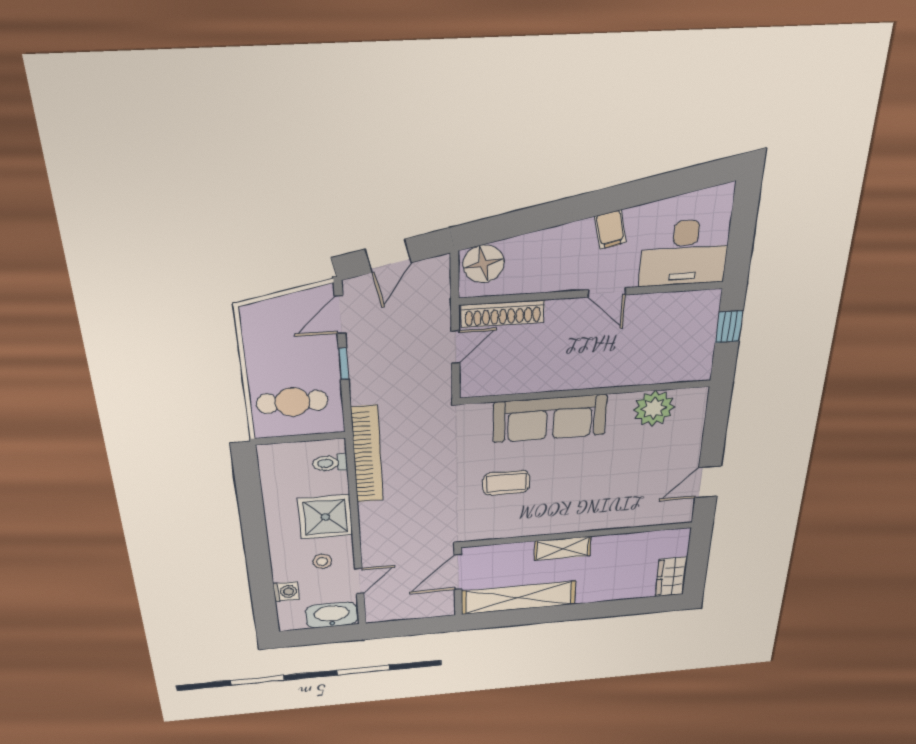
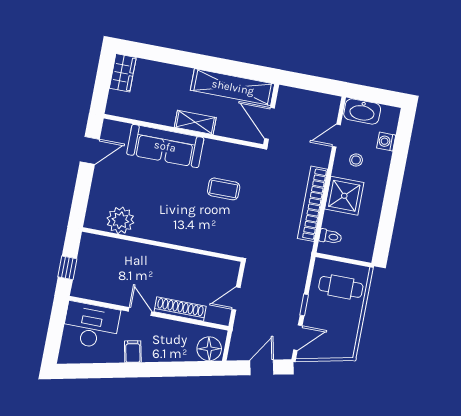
shoe rack: (503, 314) -> (180, 309), moved
sofa: (550, 418) -> (165, 146), moved, turned 180
bookcase: (367, 454) -> (313, 204), moved
door: (458, 572) -> (270, 123), swing flipped

